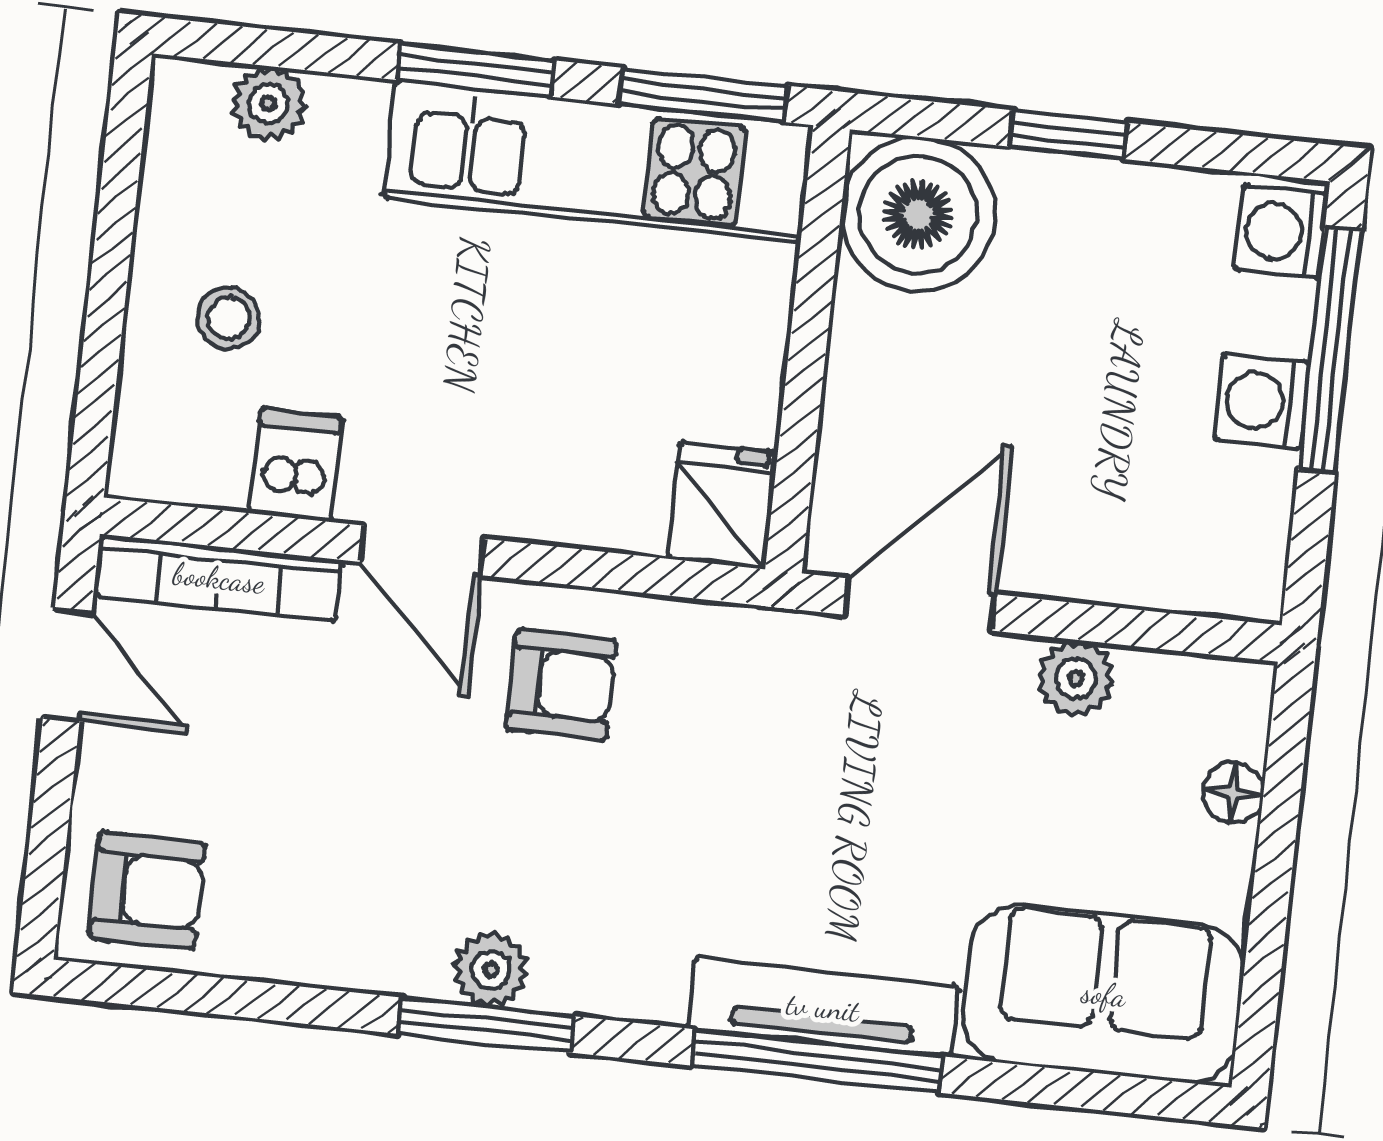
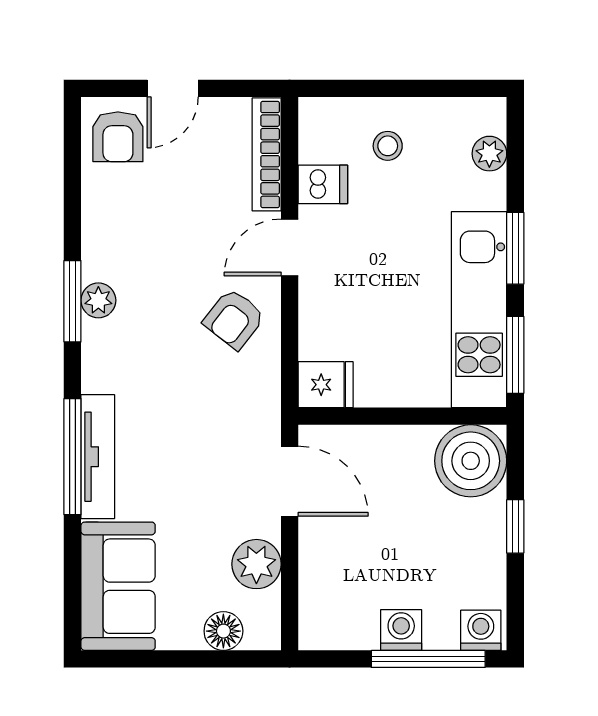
door: (67, 665) -> (173, 88), moved
plant: (1076, 678) -> (256, 564), width x1.38, depth x1.38
armchair: (561, 685) -> (234, 319), turned 38
floor lamp: (1233, 792) -> (223, 631), width x1.37, depth x1.37

